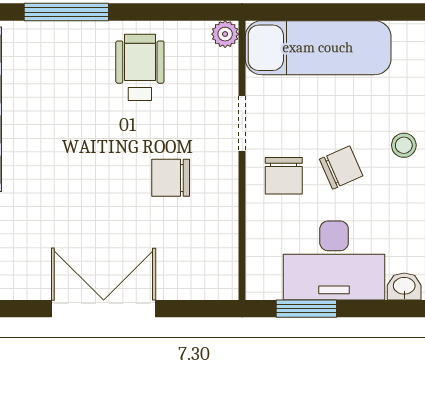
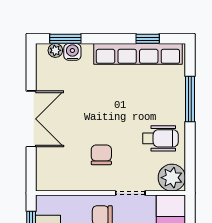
plant: (225, 34) -> (172, 178), width x1.88, depth x1.88

